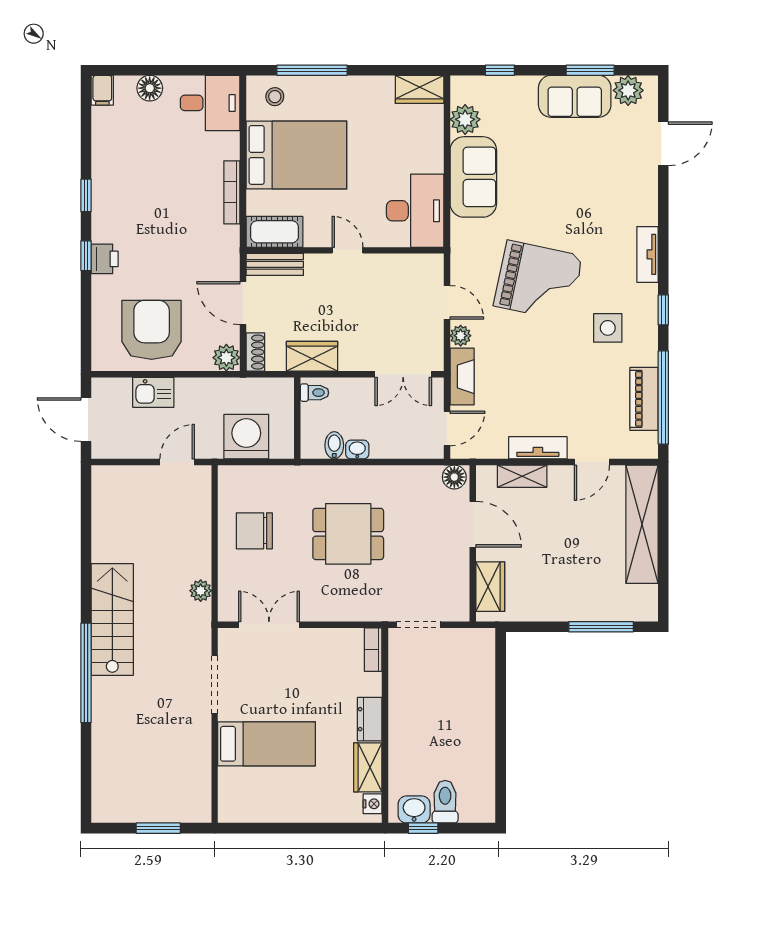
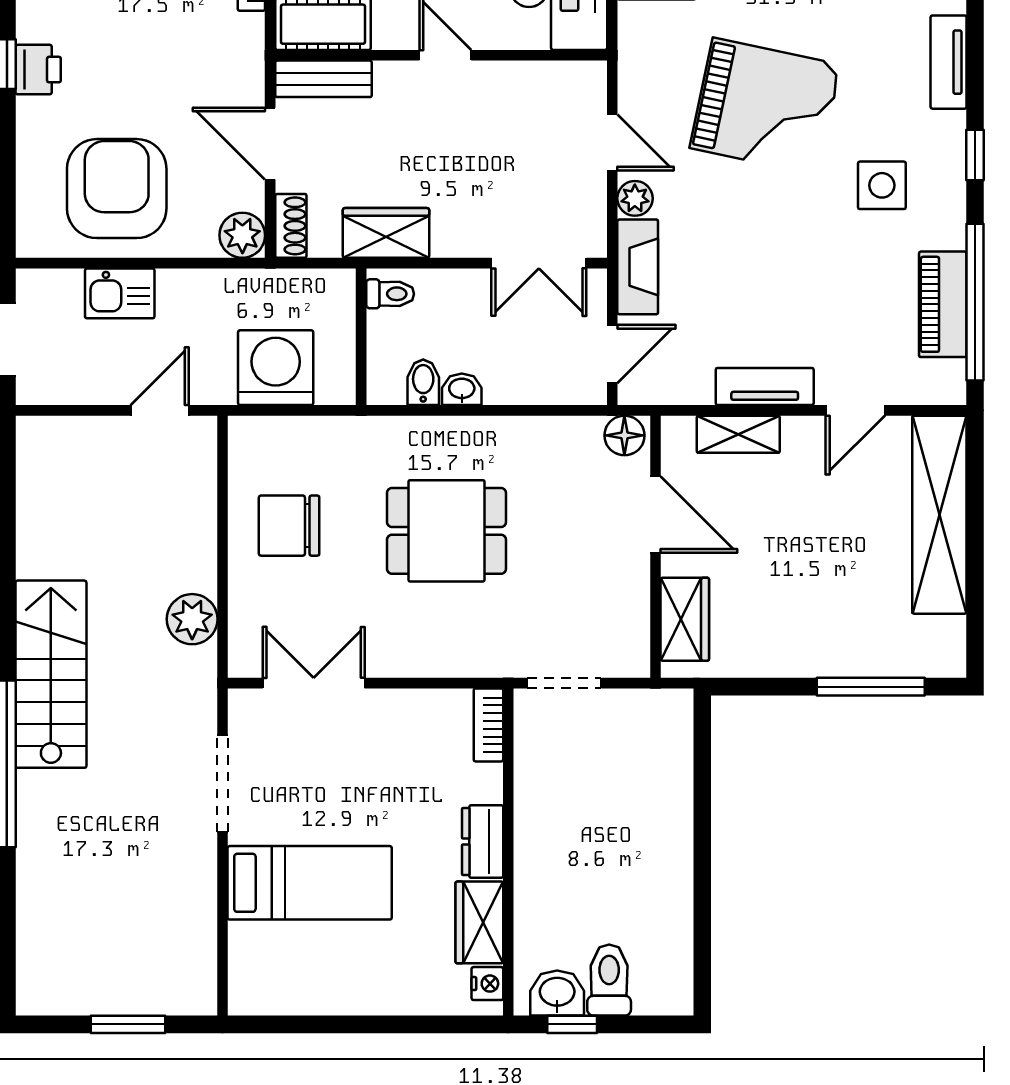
plant: (201, 591) -> (192, 619), width x1.38, depth x1.38

